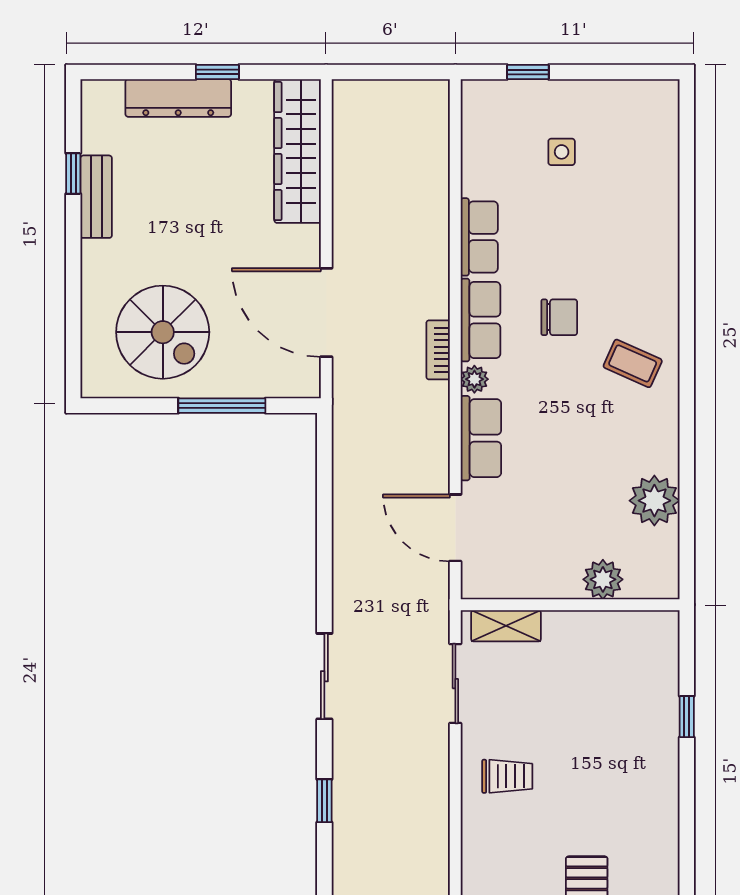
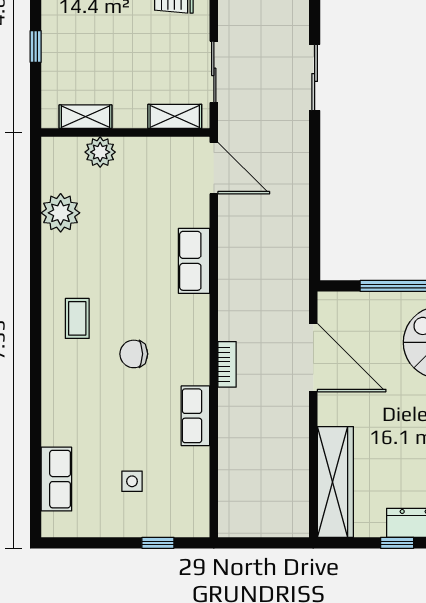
row of seats: (481, 320) -> (56, 479), moved, turned 180
bookcase: (438, 350) -> (227, 364), moved
coffee table: (633, 363) -> (77, 318), turned 66
plant: (474, 379) -> (199, 306), removed
door: (455, 528) -> (214, 168), moved
shelving: (622, 625) -> (86, 117), added

